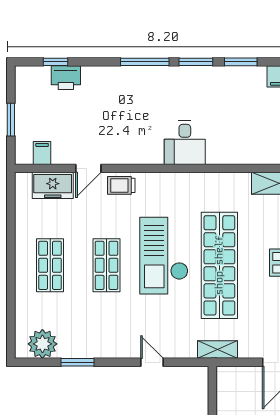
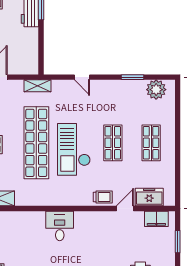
filing cabinet: (42, 153) -> (156, 219), width x2.00
checkout: (164, 256) -> (74, 149), turned 180

